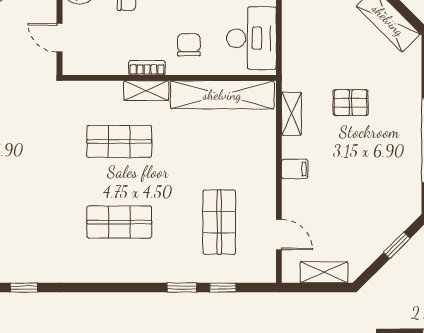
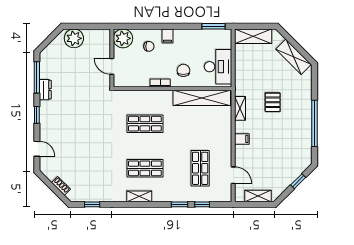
shelving: (146, 91) -> (139, 196), moved
pallet: (351, 103) -> (273, 102), turned 90

